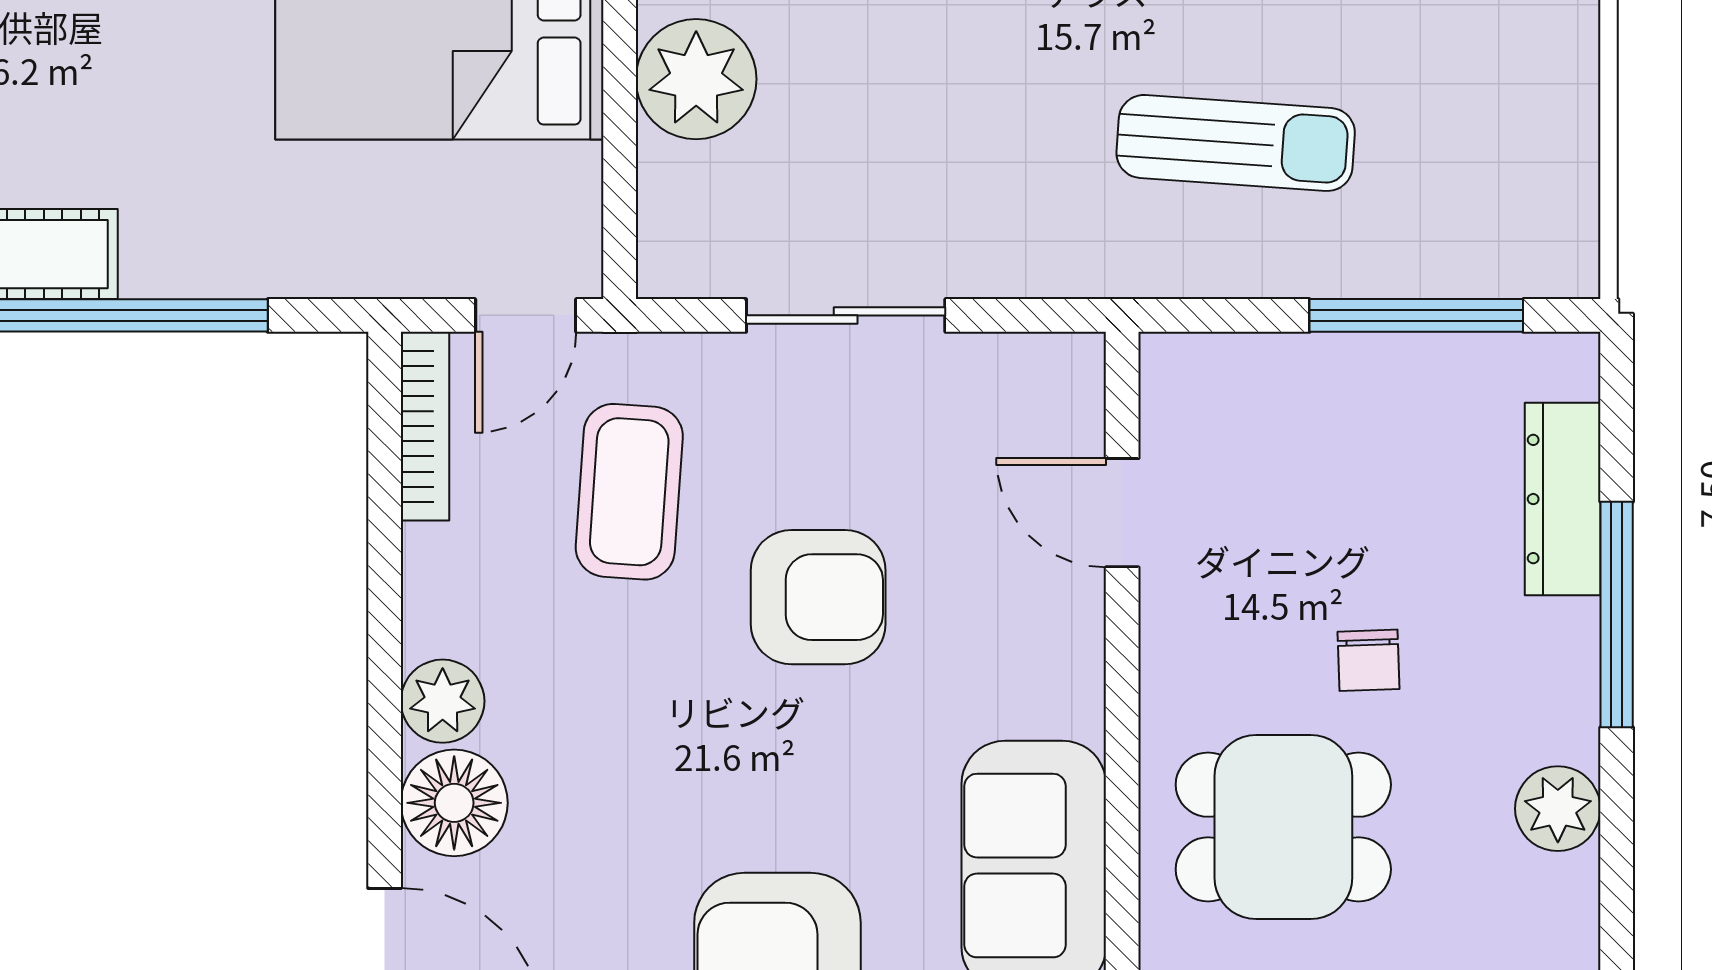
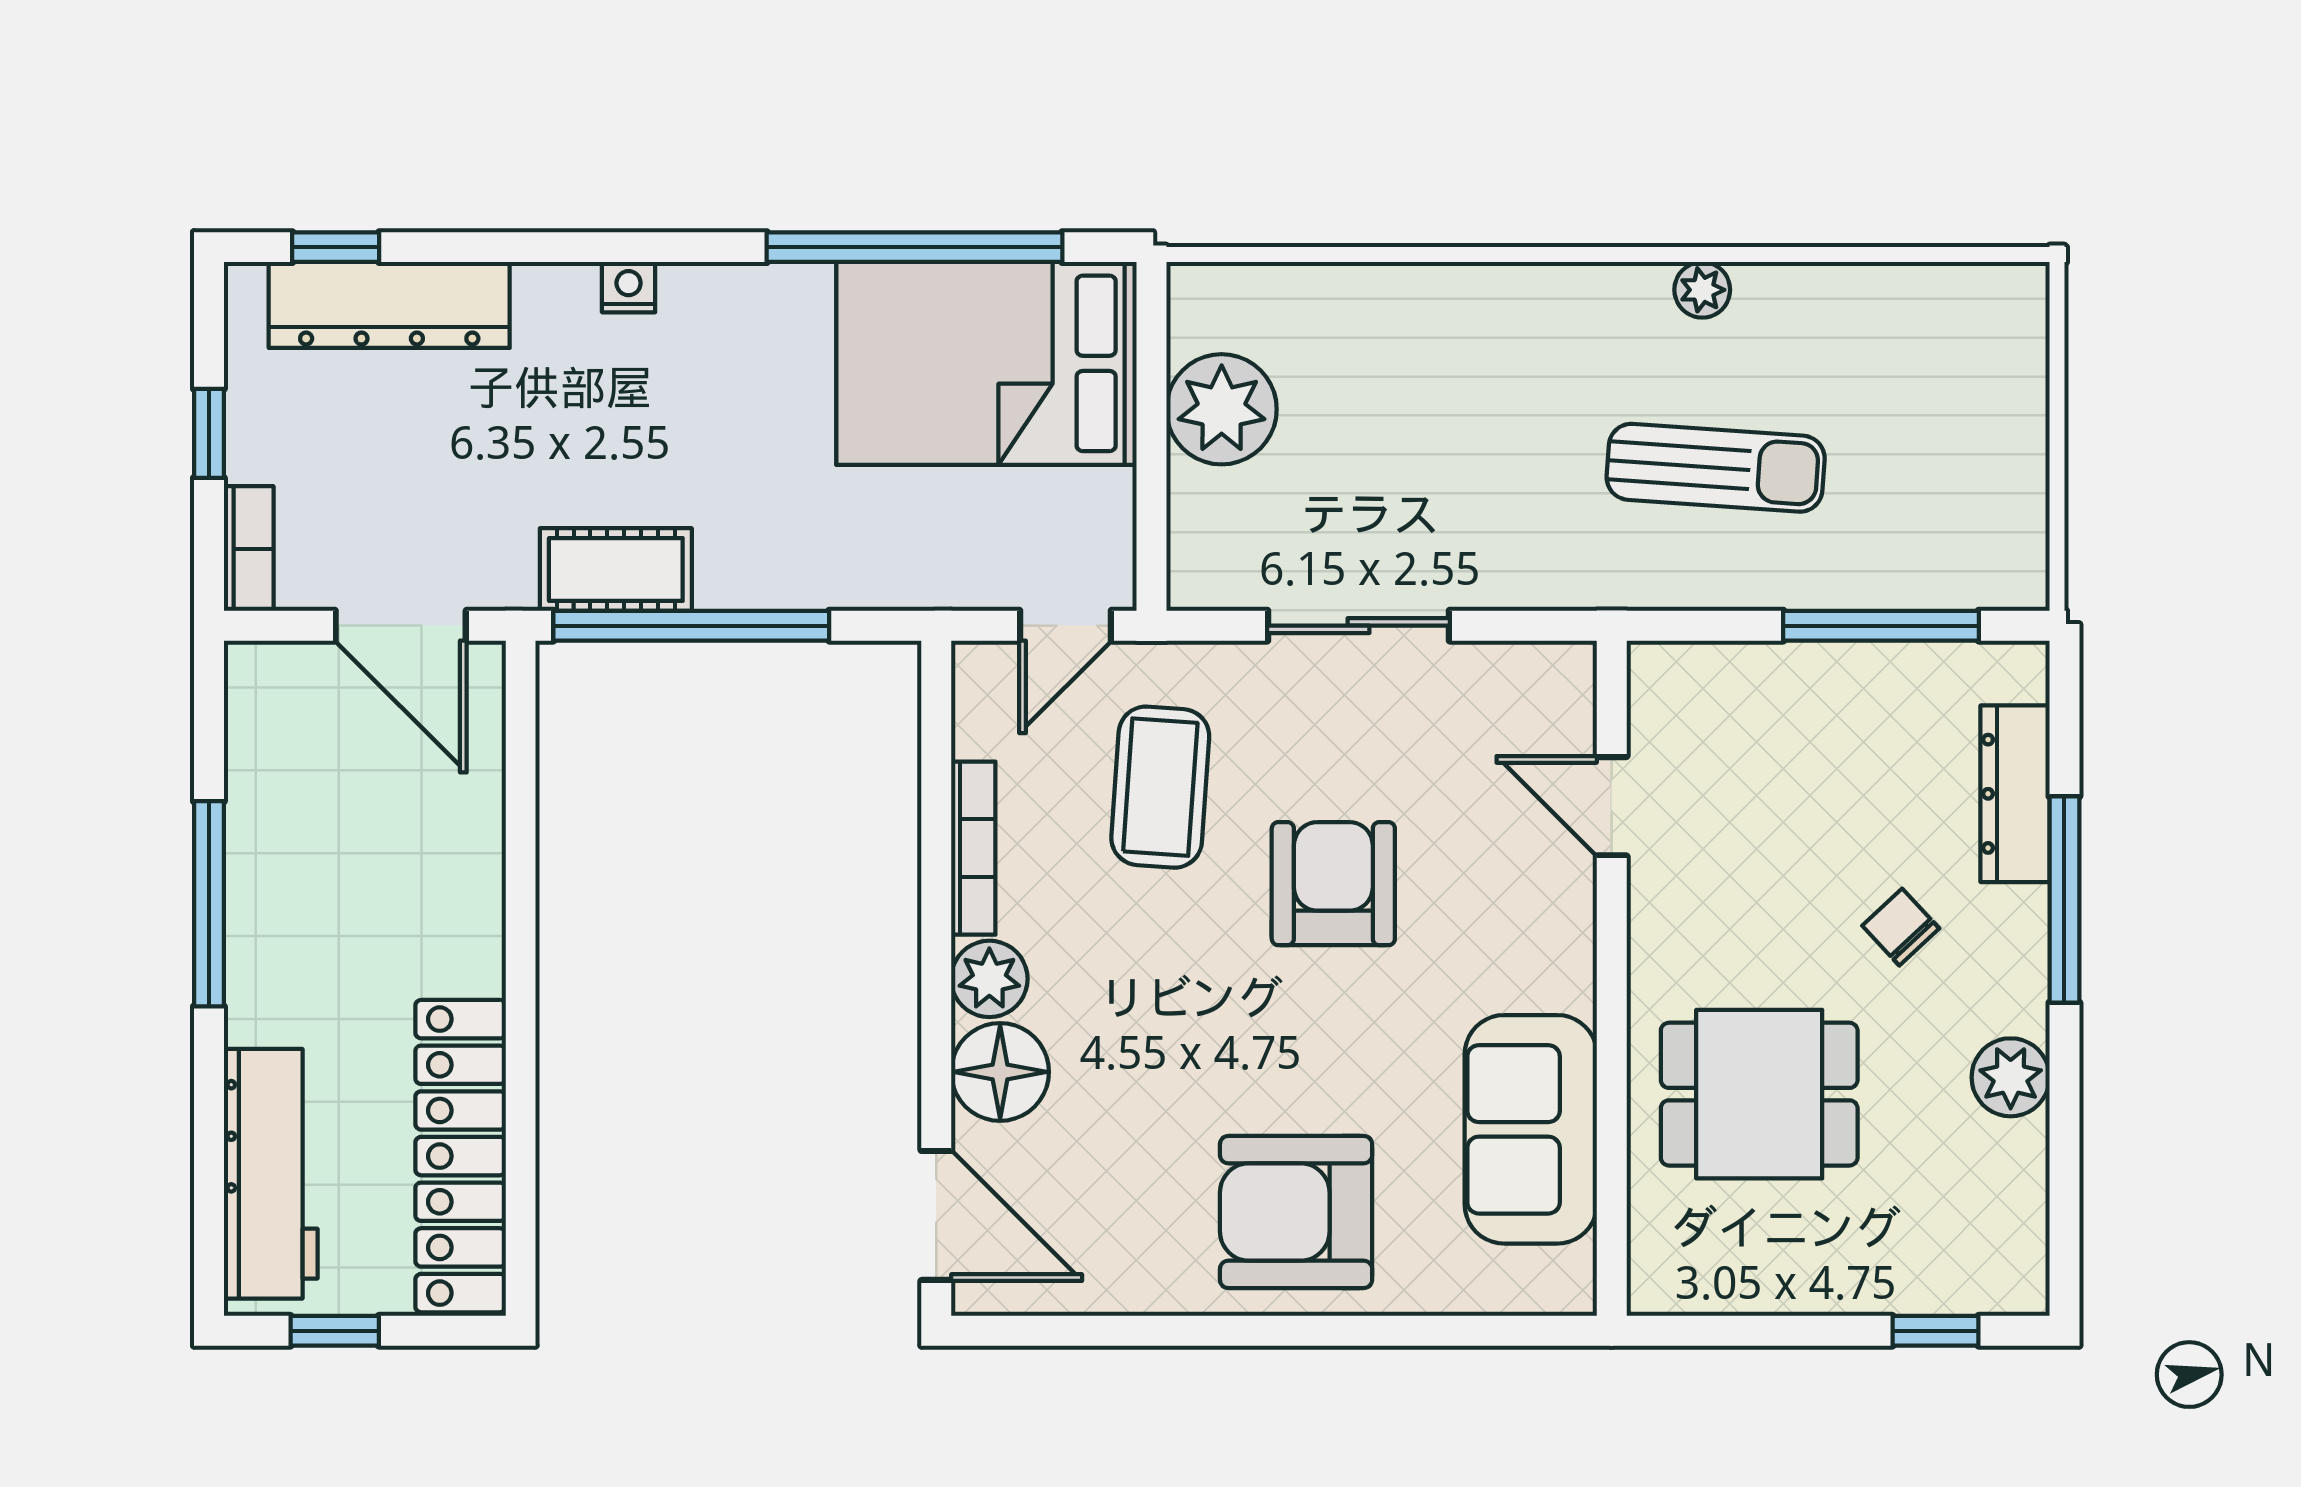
bookcase: (425, 426) -> (973, 848), moved
armchair: (818, 597) -> (1333, 884), turned -90
chair: (1369, 660) -> (1901, 927), moved, turned 139

